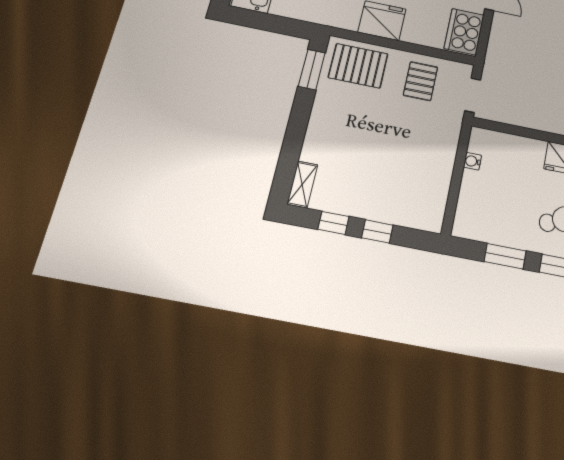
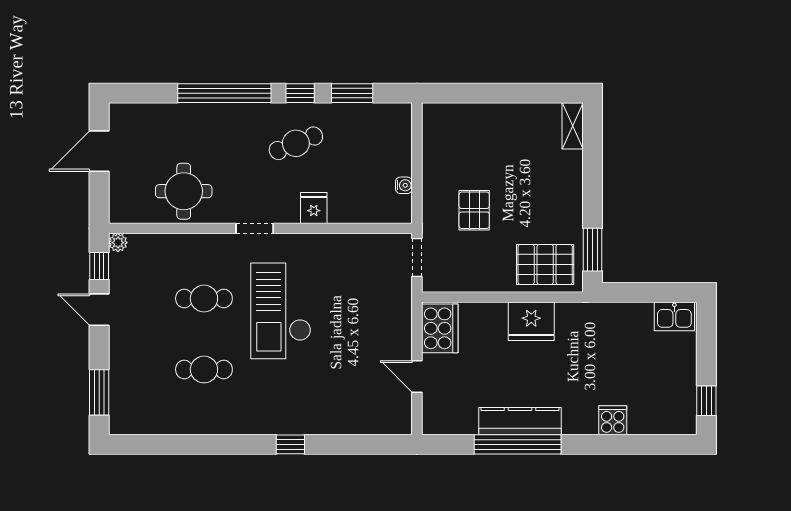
pallet: (420, 81) -> (474, 210), moved
window: (333, 223) -> (532, 93), removed
window: (377, 231) -> (487, 93), removed

